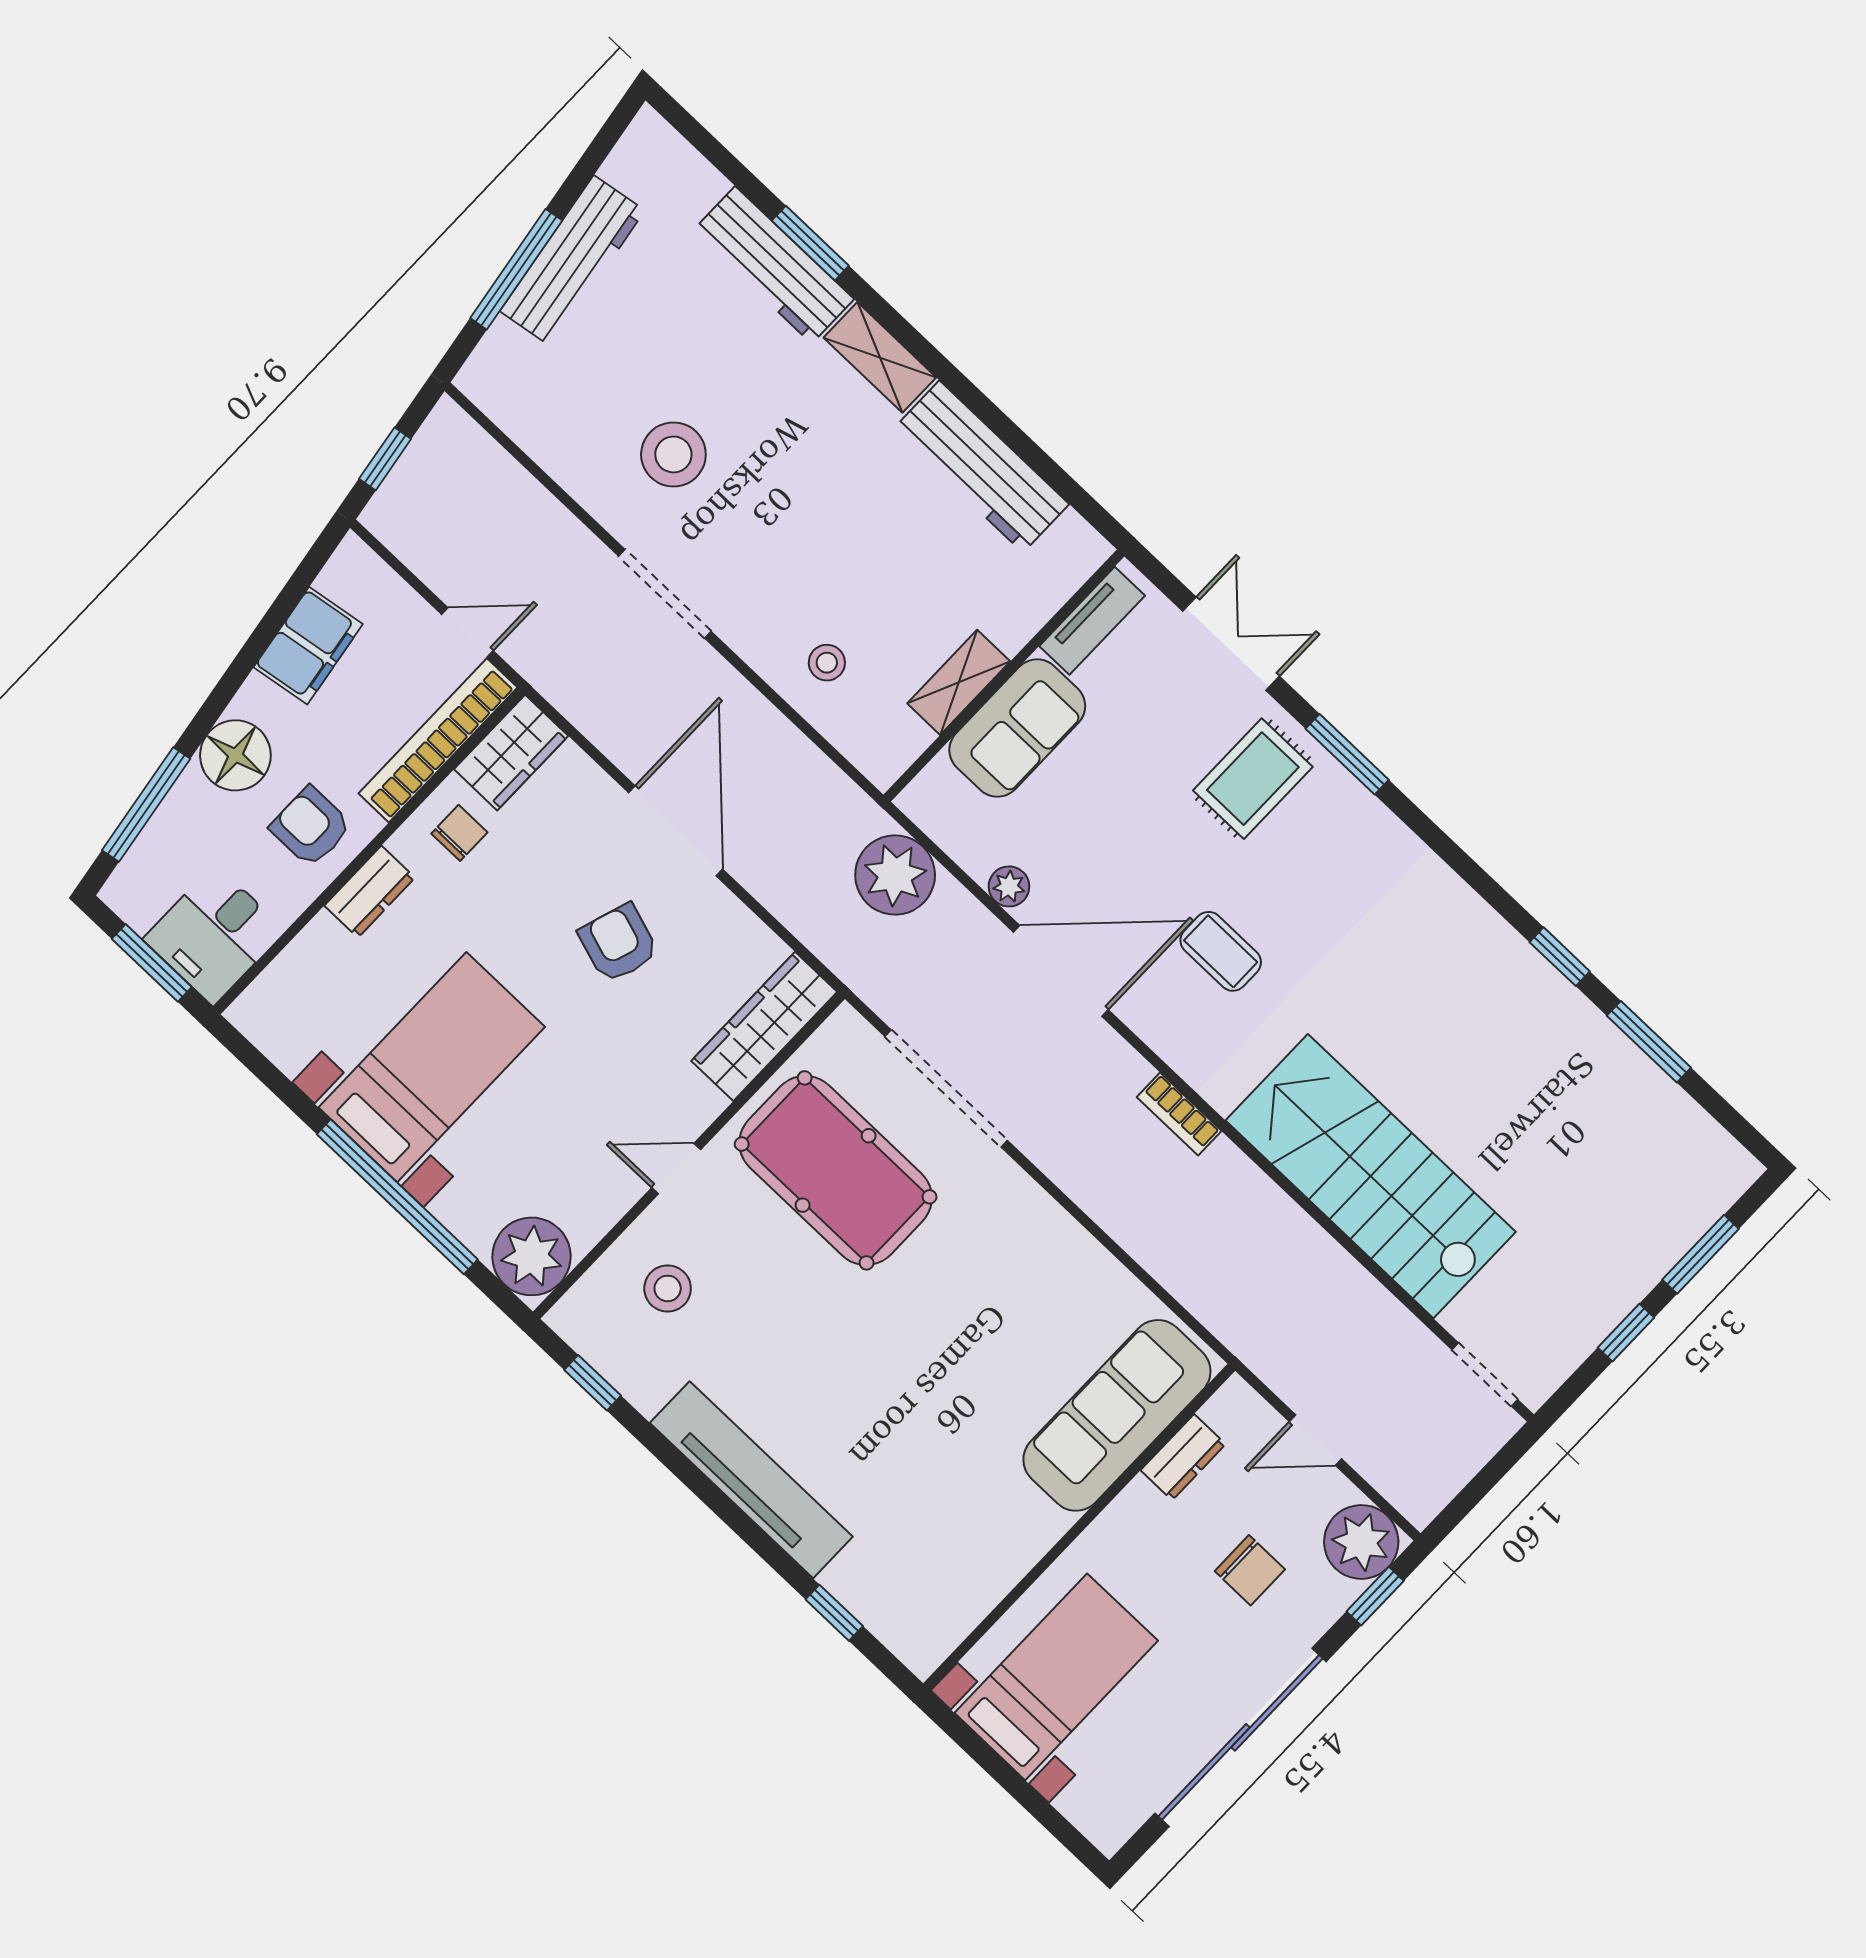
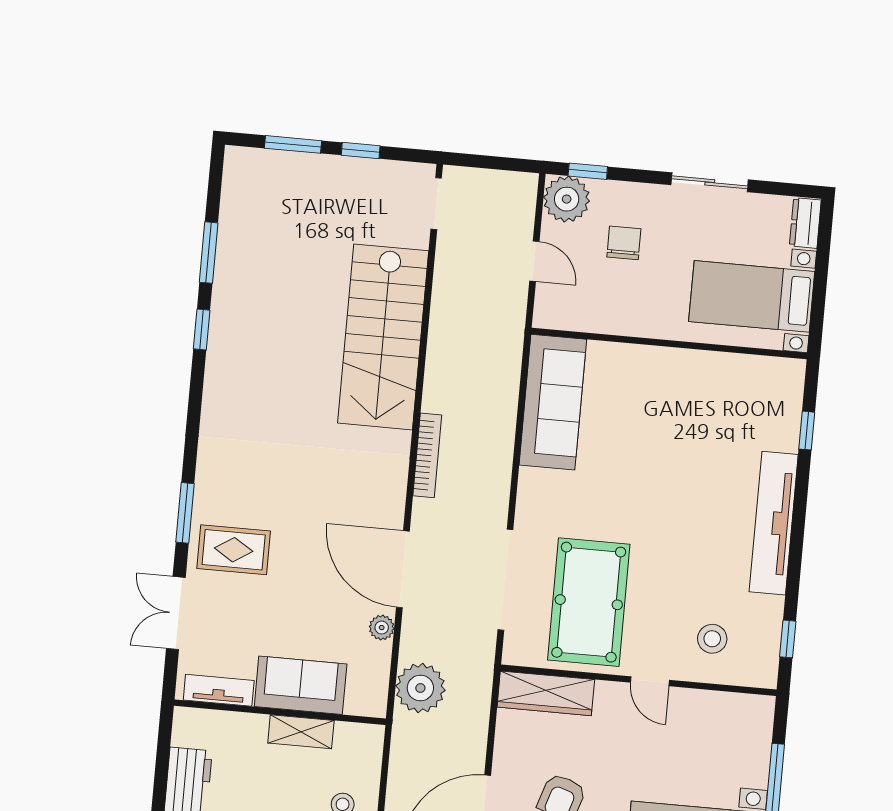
coffee table: (1221, 951) -> (331, 498), removed
bookcase: (1179, 1114) -> (427, 455), width x1.56
plant: (532, 1256) -> (749, 718), removed
sofa: (1117, 1415) -> (553, 402), moved, turned -90
dresser: (1183, 1457) -> (805, 223), moved, turned -90
sliding door: (1240, 1737) -> (710, 182), width x0.54

